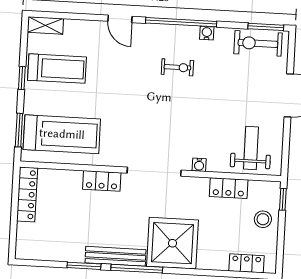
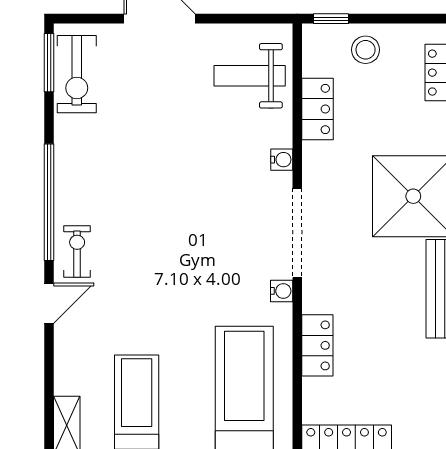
water cooler: (207, 33) -> (282, 291), moved, turned 180
exercise bike: (177, 67) -> (77, 252), moved
locker: (102, 181) -> (317, 345), moved

